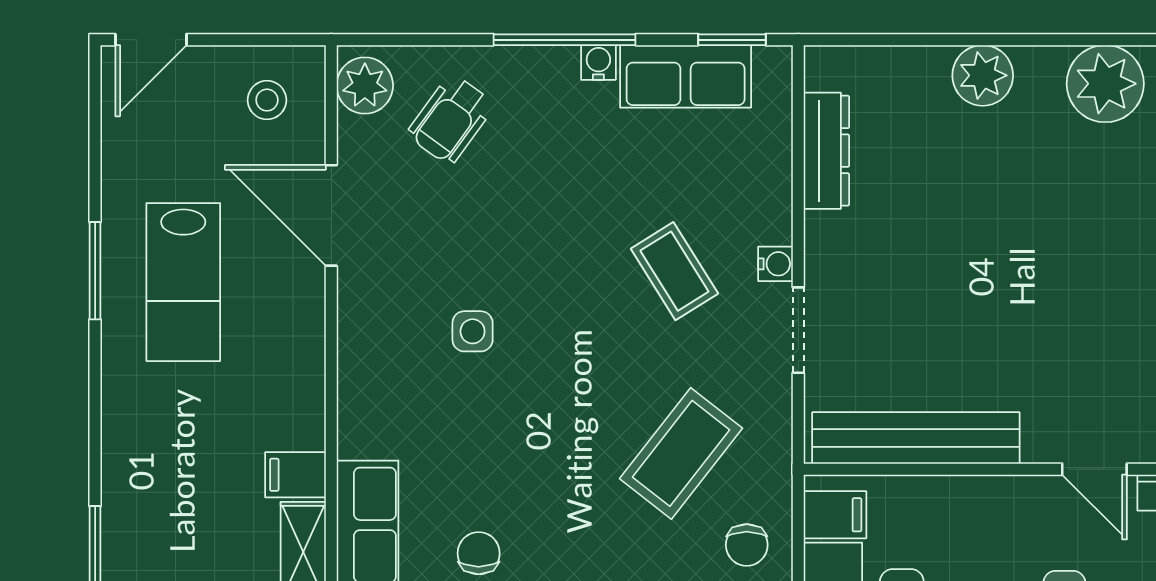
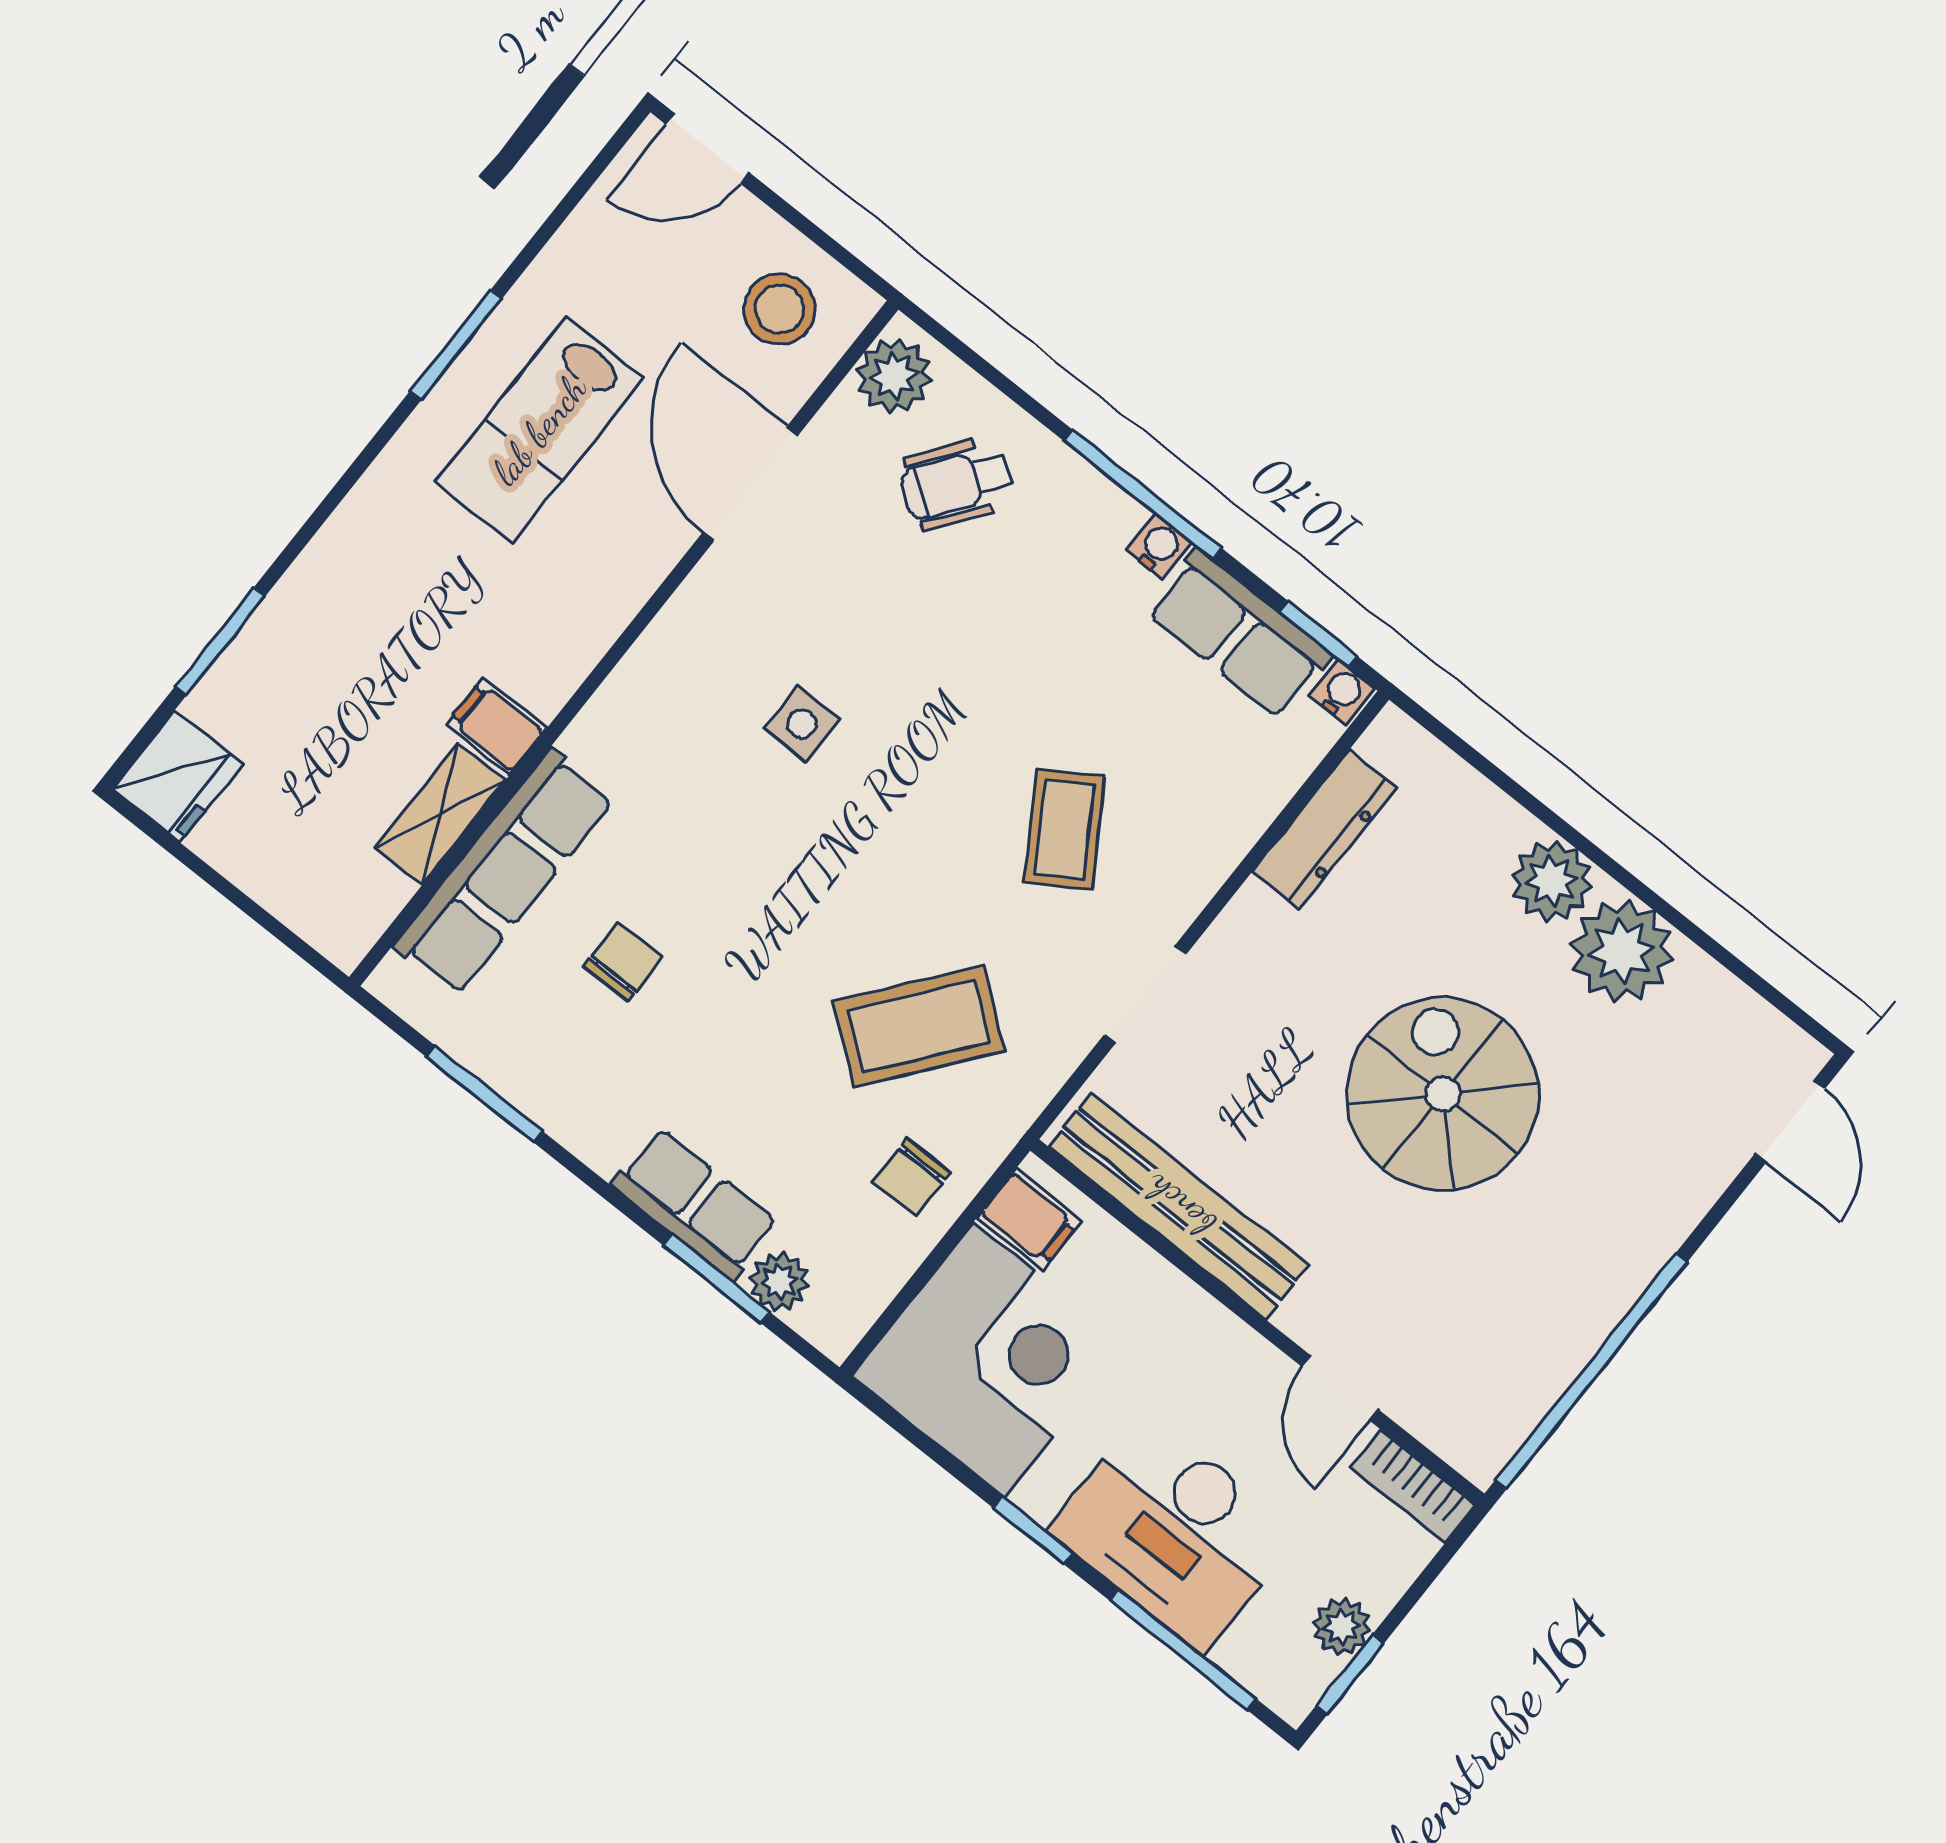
plant: (1105, 84) -> (1622, 951), moved
stool: (267, 100) -> (779, 309), width x1.37, depth x1.37
spiral stairs: (1018, 250) -> (1443, 1094), added
water cooler: (776, 264) -> (1342, 692), moved, turned -90

